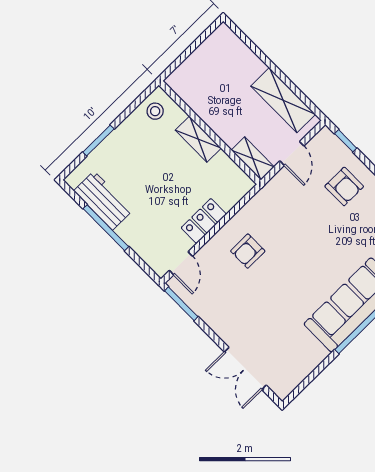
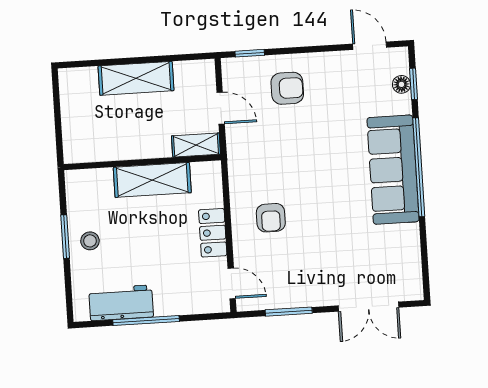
shelving: (283, 100) -> (136, 78), moved
stool: (155, 111) -> (90, 241), moved
shelving: (198, 139) -> (152, 180), width x1.50, depth x1.33
window: (98, 141) -> (65, 237), moved
window: (181, 304) -> (289, 312), moved

